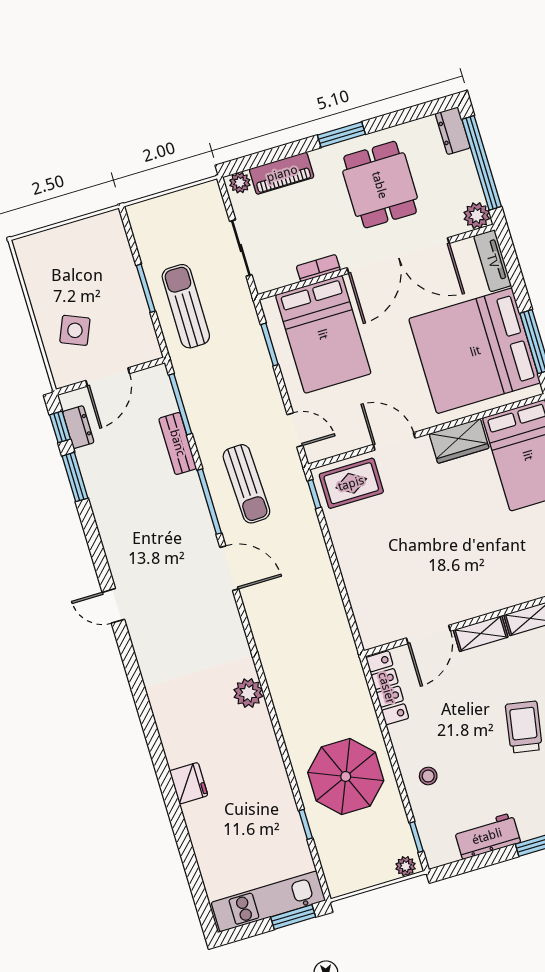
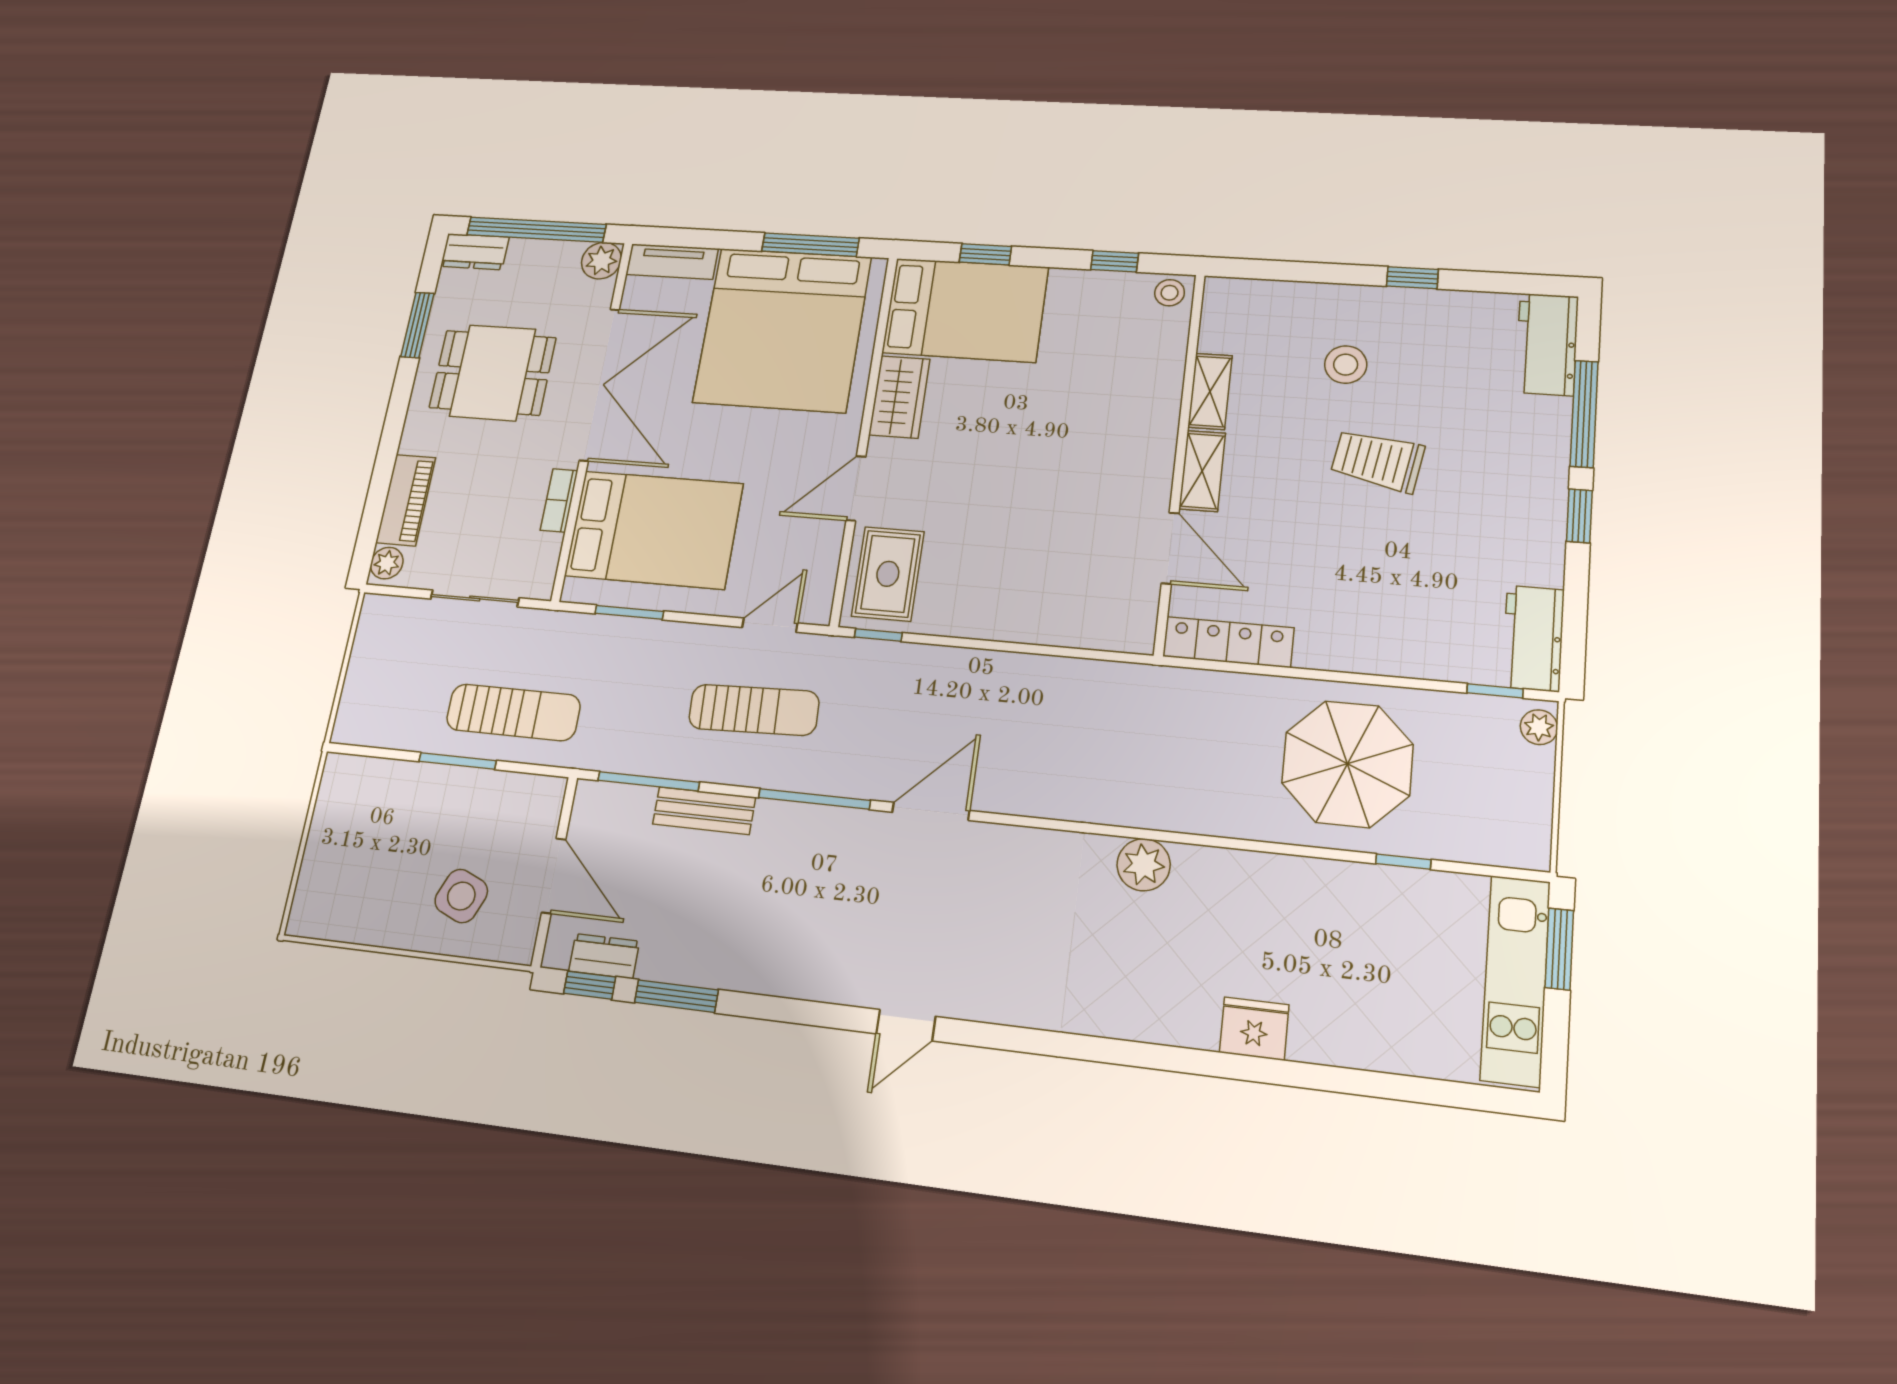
window: (341, 135) -> (417, 325), moved
sun lounger: (186, 306) -> (513, 712), turned 180
sun lounger: (246, 484) -> (754, 710), moved
stool: (428, 776) -> (1399, 634), removed
workbench: (487, 836) -> (1533, 638), moved

